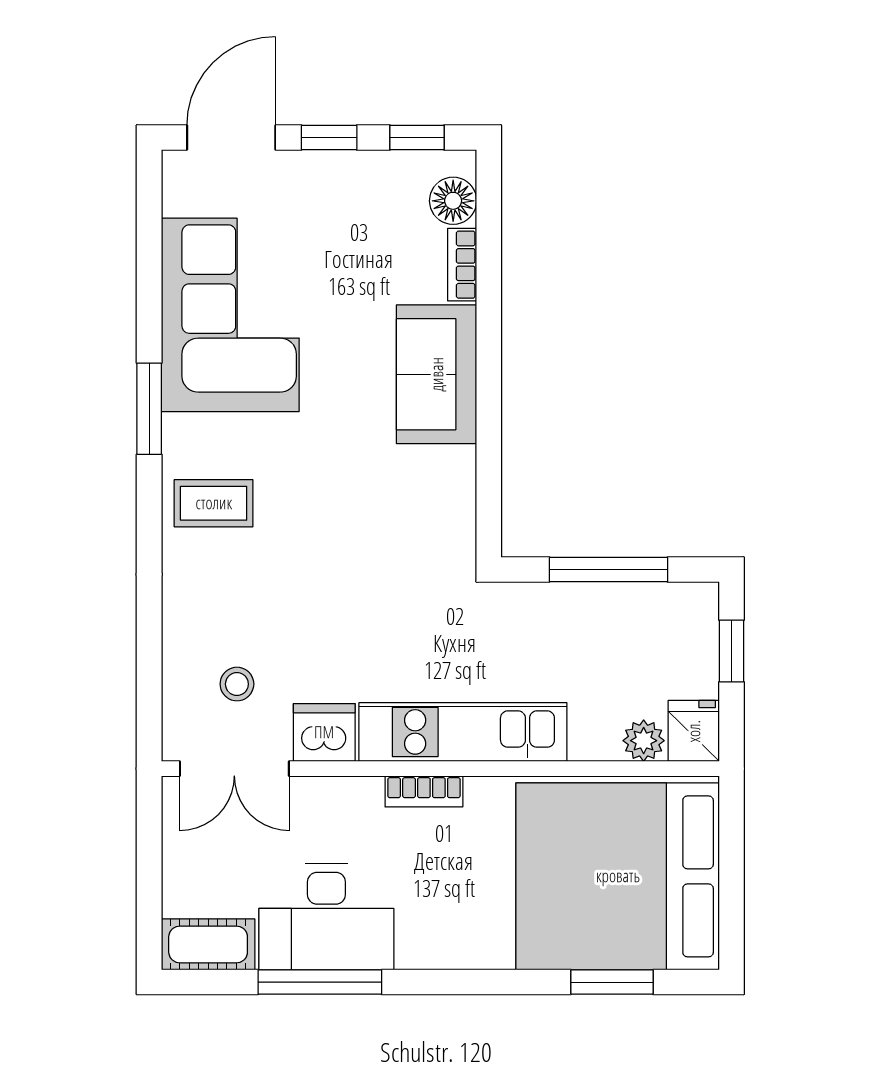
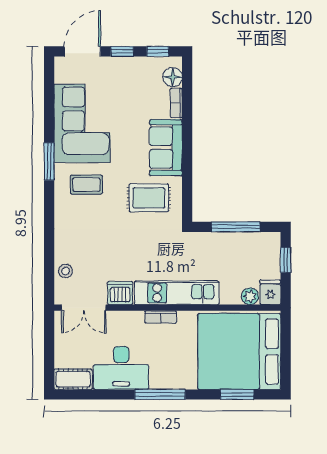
rug: (395, 498) -> (149, 198), added
coffee table: (214, 503) -> (86, 185), moved
stool: (237, 684) -> (66, 271), moved
window: (320, 982) -> (160, 394), moved

